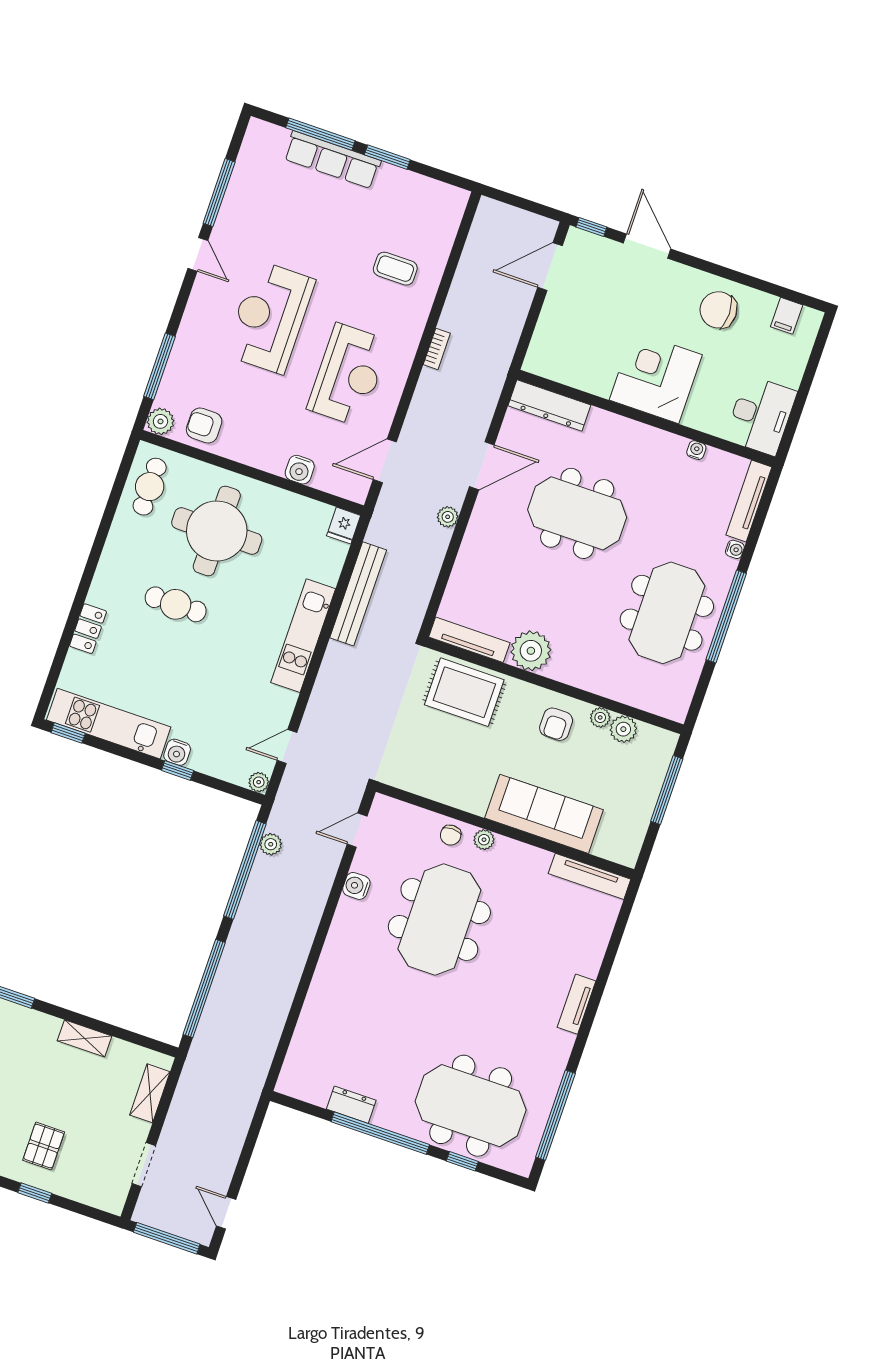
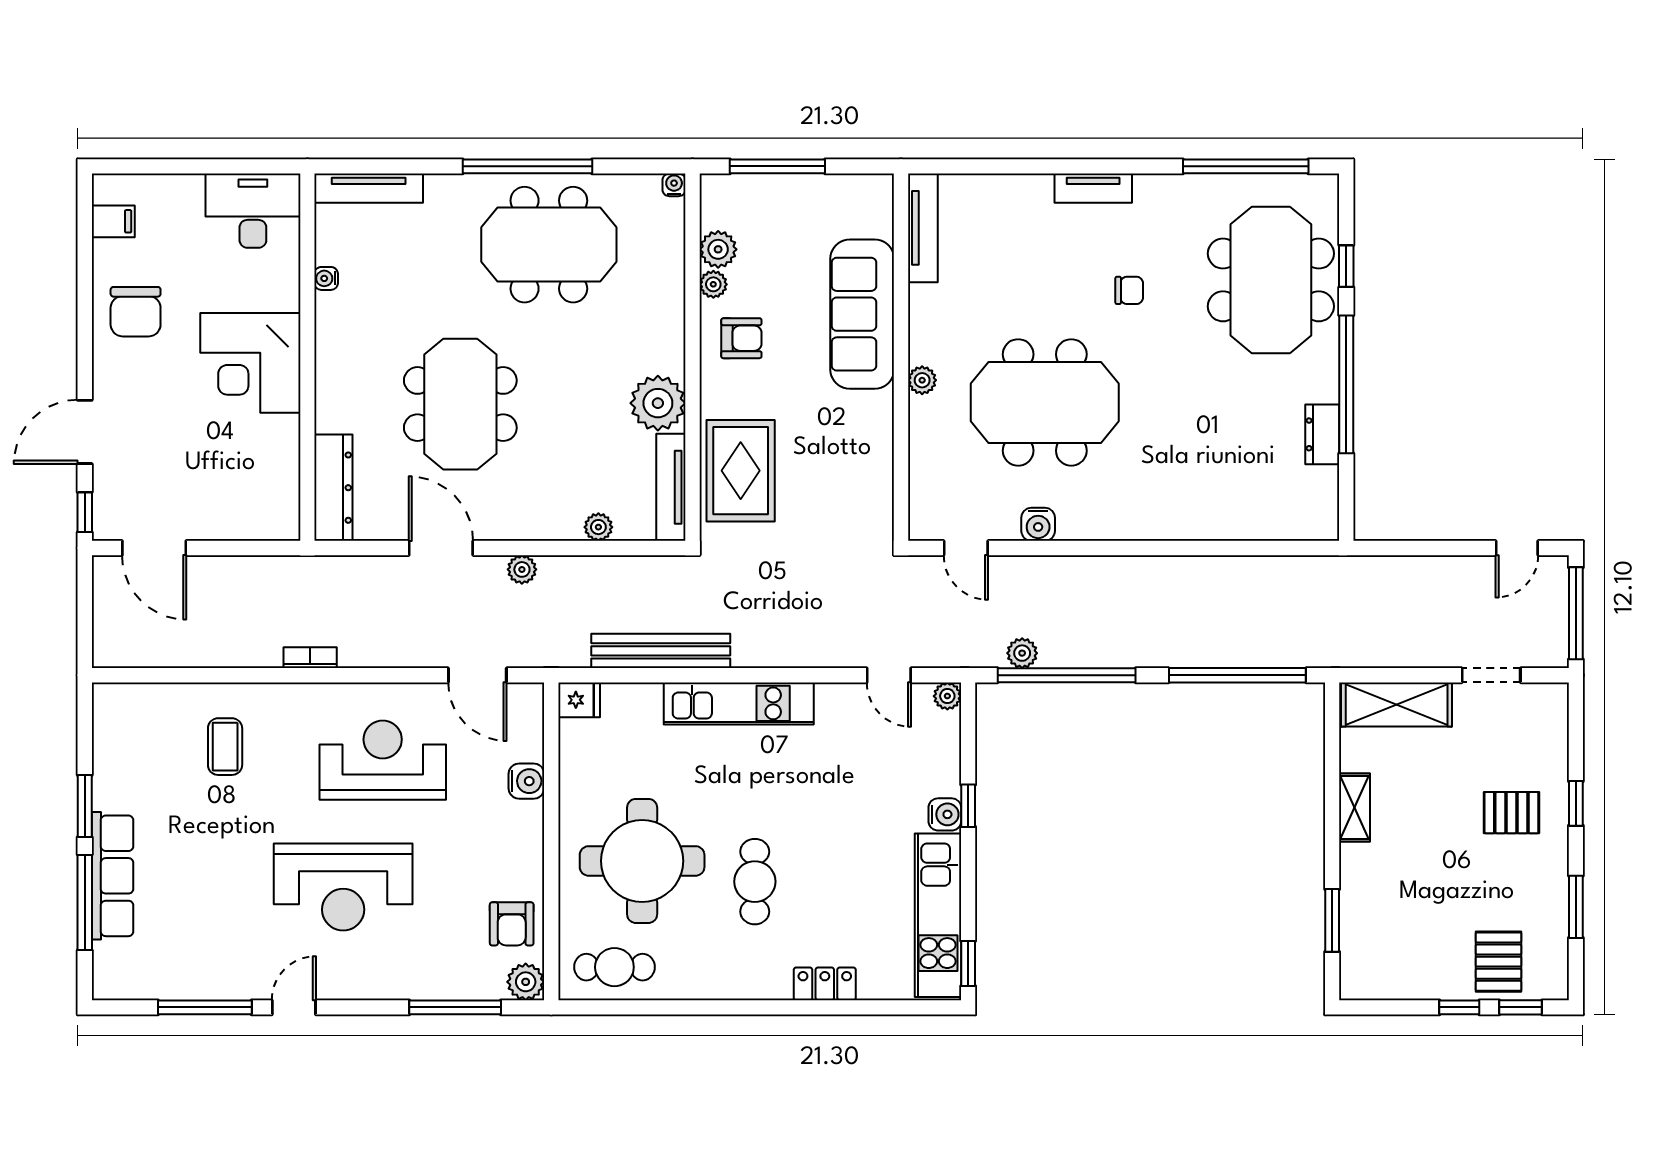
water cooler: (735, 549) -> (674, 185), moved
plant: (459, 580) -> (598, 527), added
chair: (451, 835) -> (1129, 290), moved
shelving: (150, 1093) -> (1397, 704), width x1.50, depth x1.33

